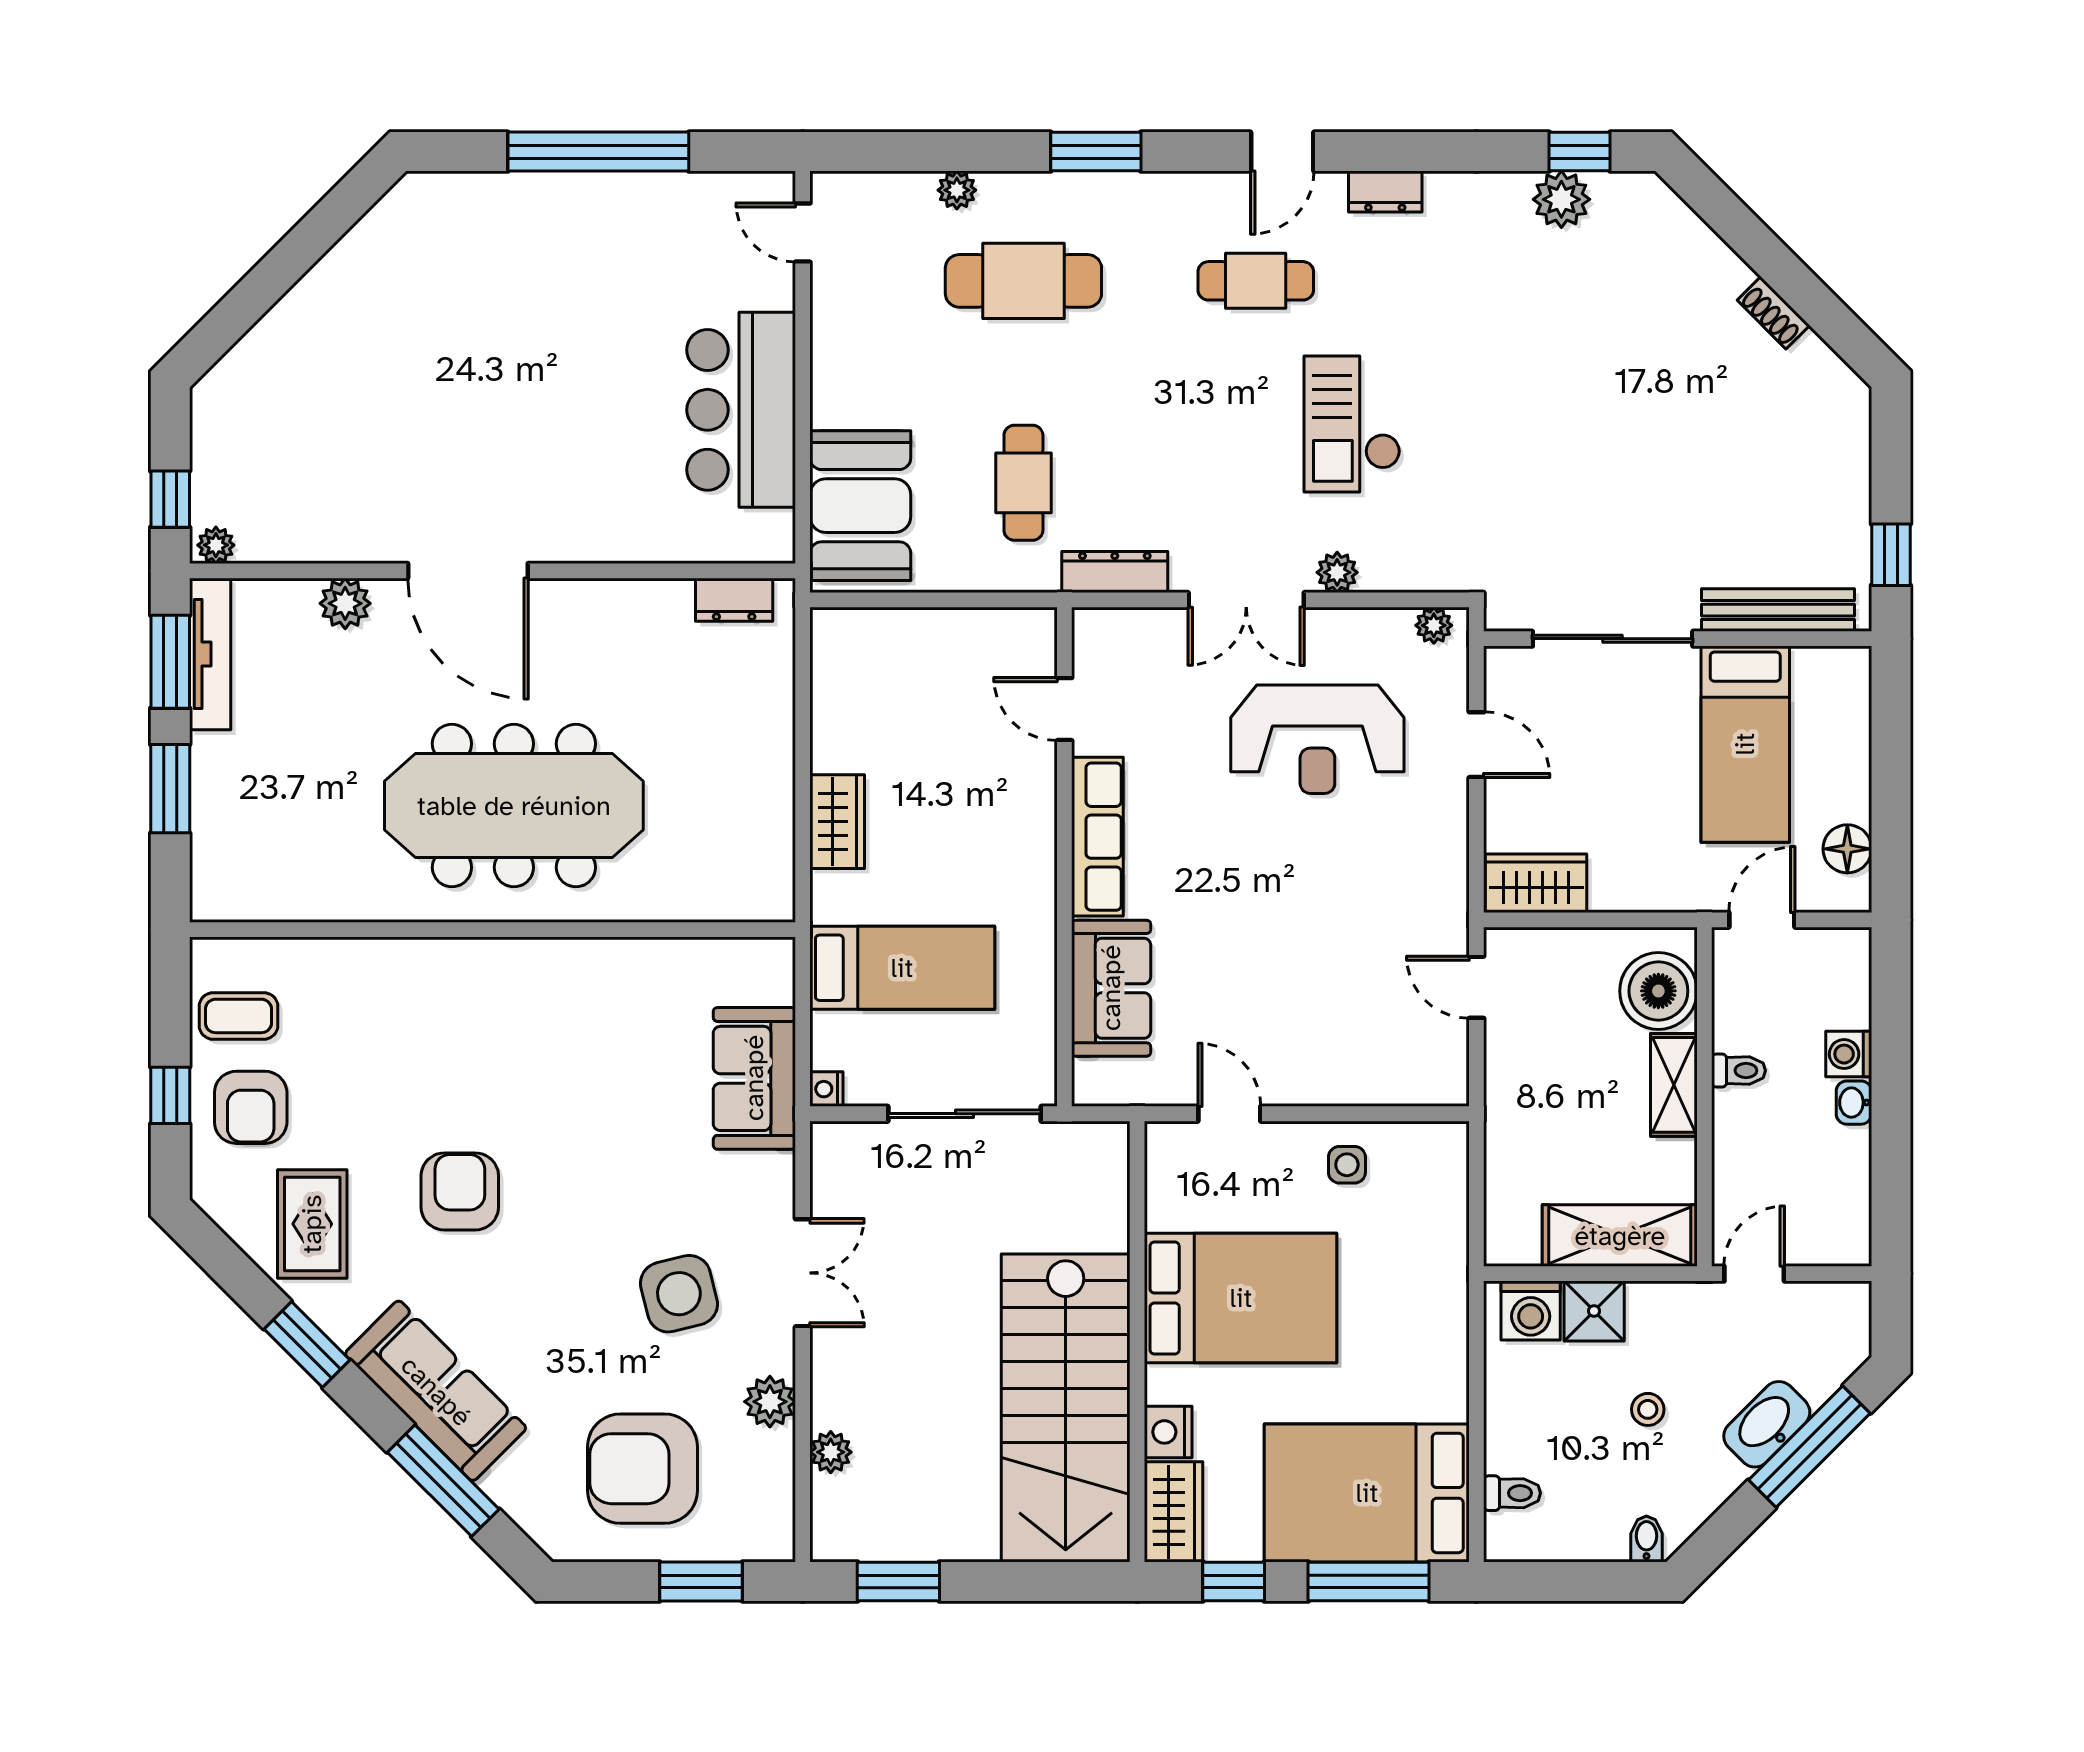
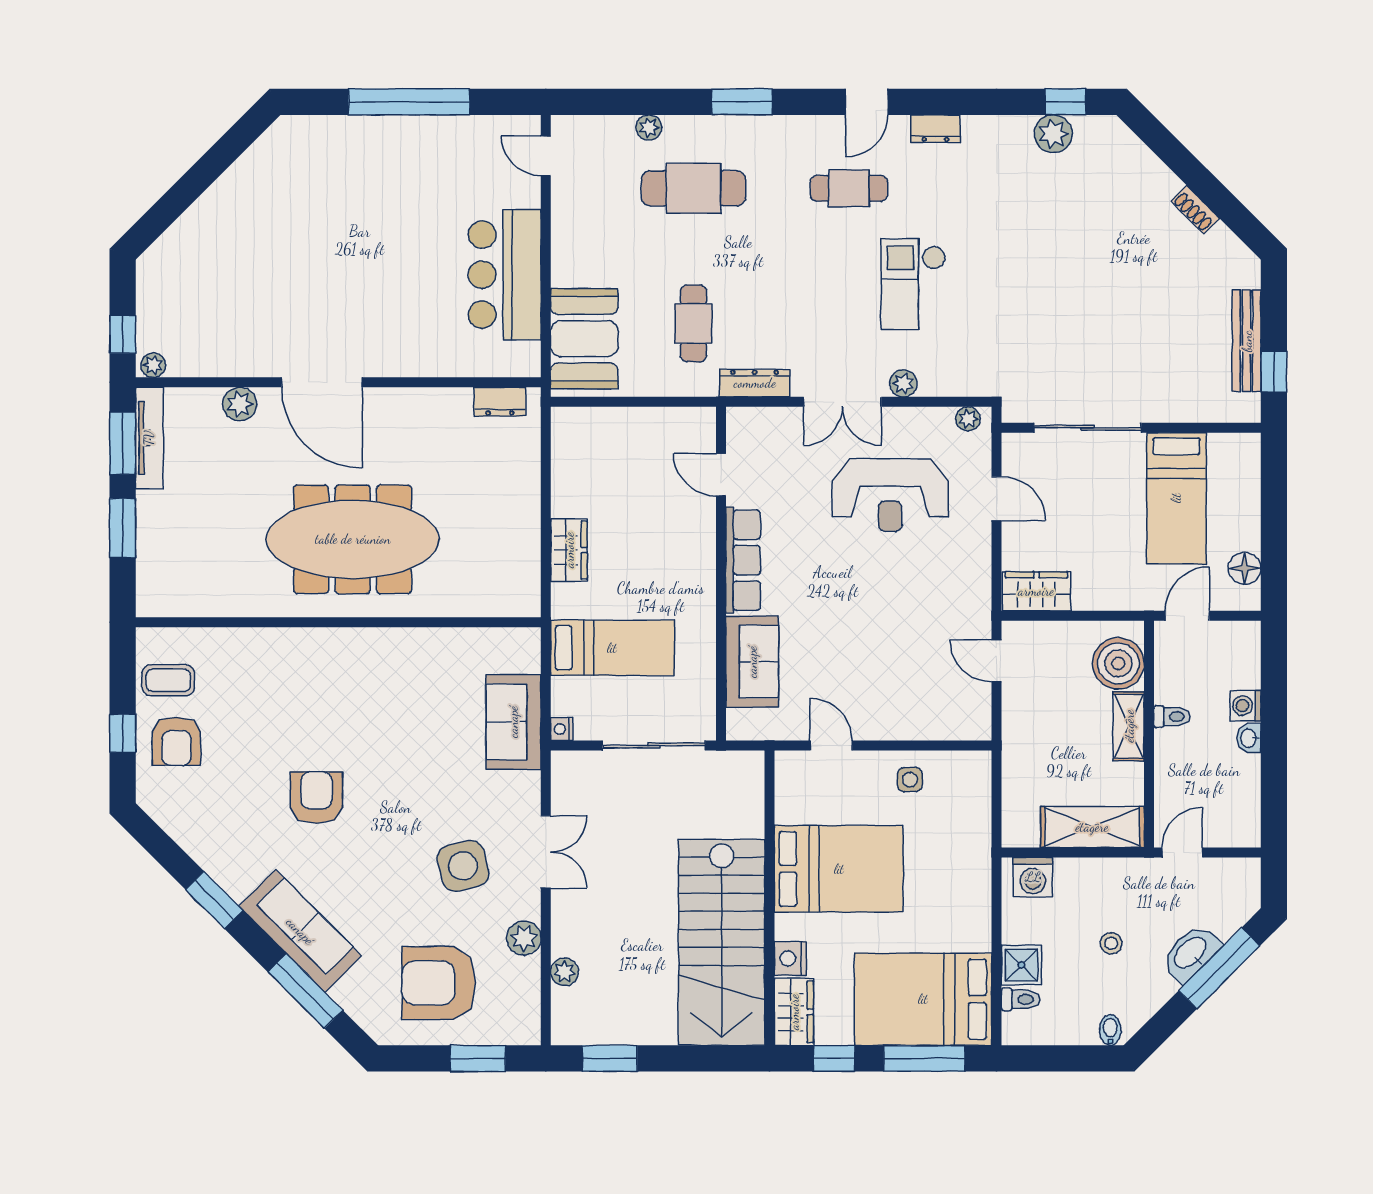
bench: (1778, 610) -> (1247, 341), moved, turned 90
rug: (312, 1224) -> (218, 819), removed
shower: (1594, 1311) -> (1021, 965), moved

